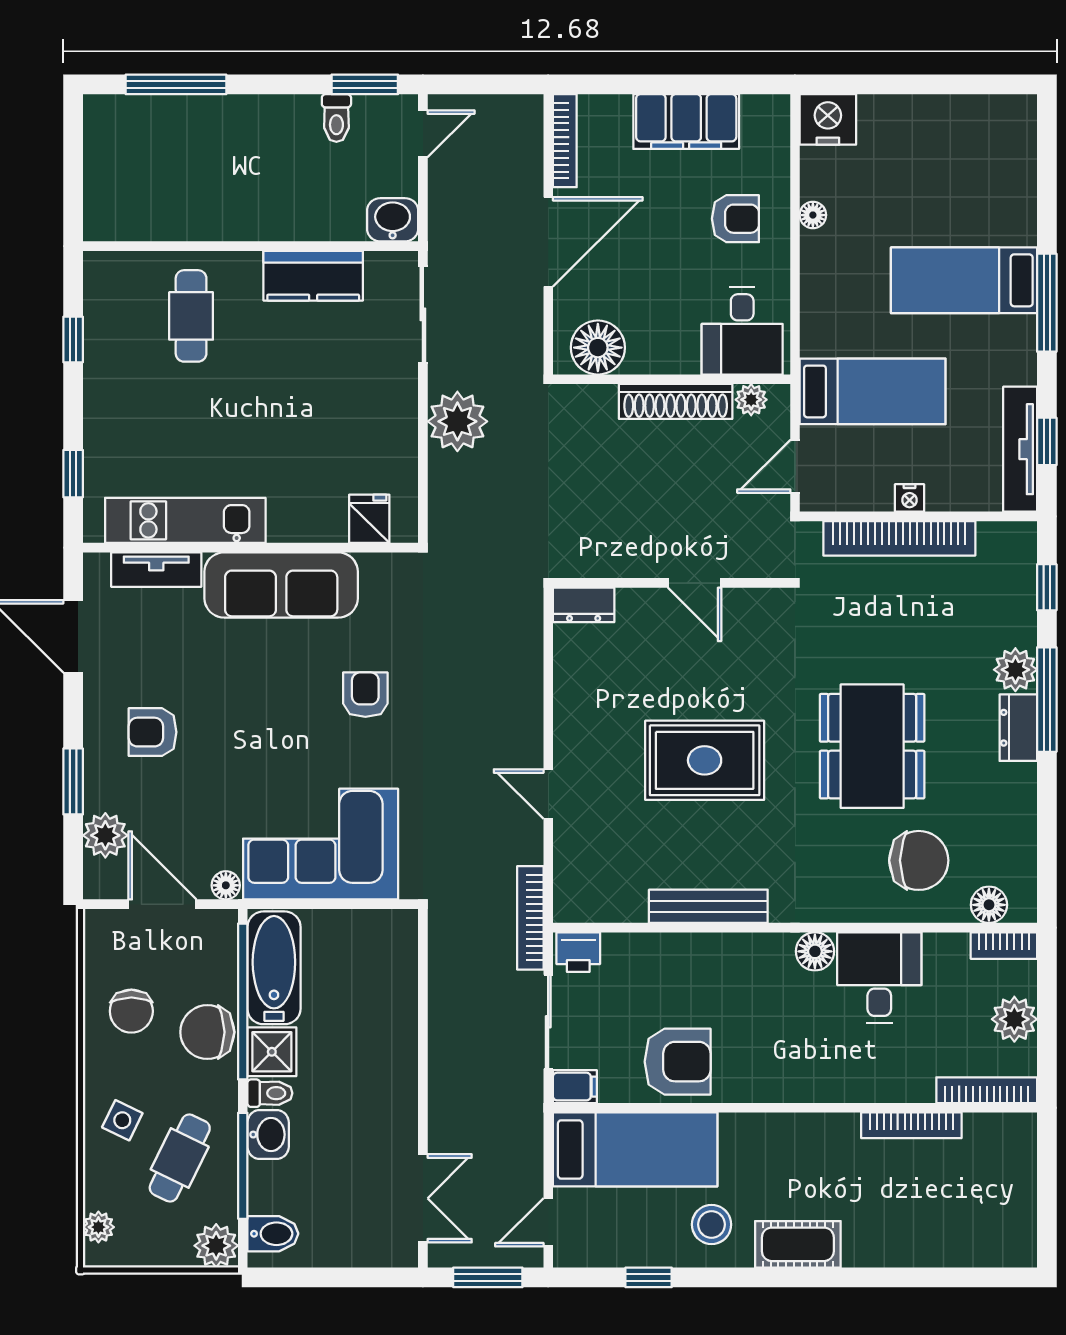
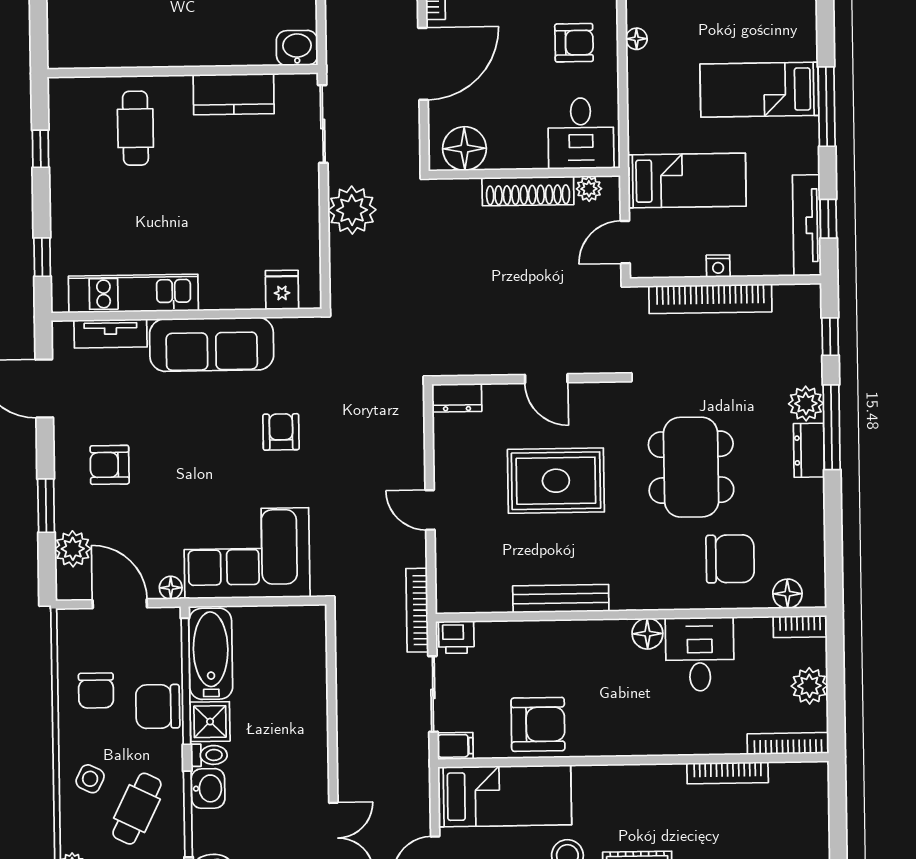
wall: (672, 583) -> (528, 379), moved
door: (695, 583) -> (546, 379), moved
dresser: (584, 605) -> (457, 398), moved

